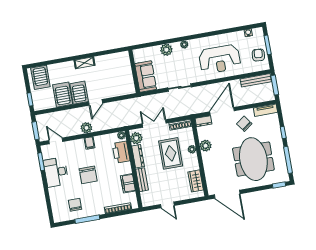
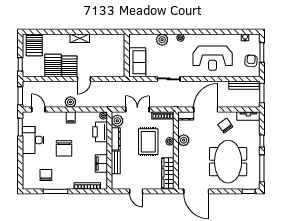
wardrobe: (196, 181) -> (168, 173), width x1.50

